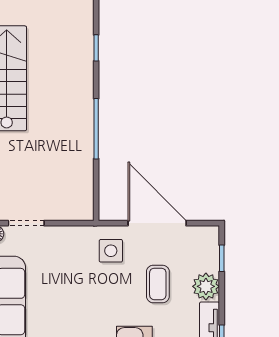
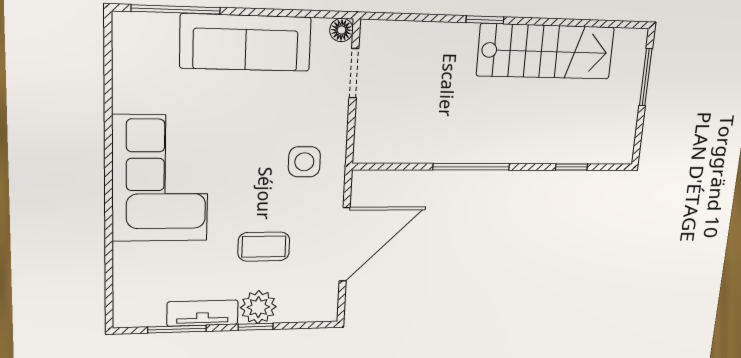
side table: (111, 251) -> (304, 162), moved
window: (222, 258) -> (256, 327), moved

